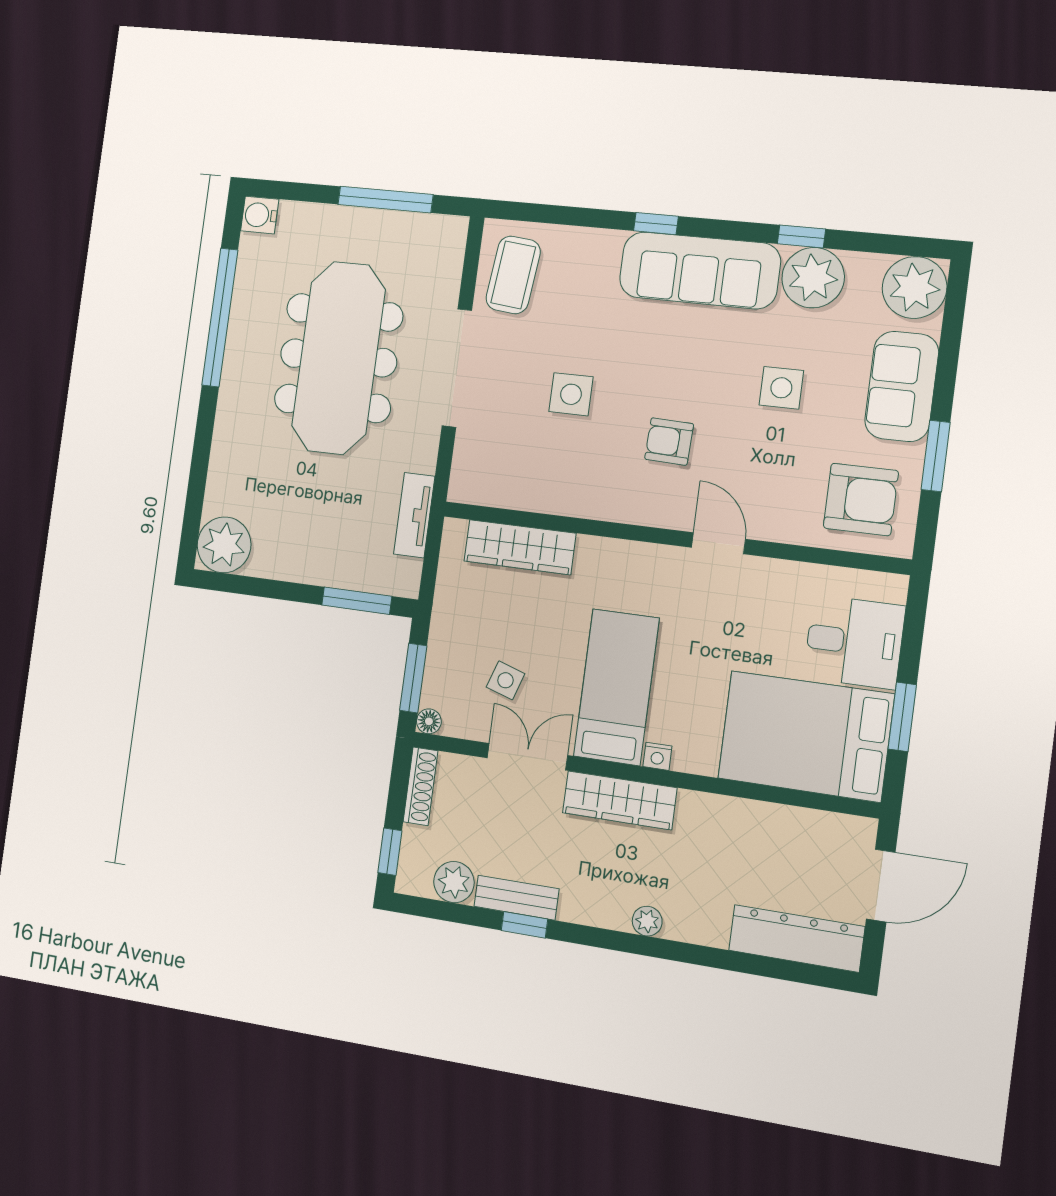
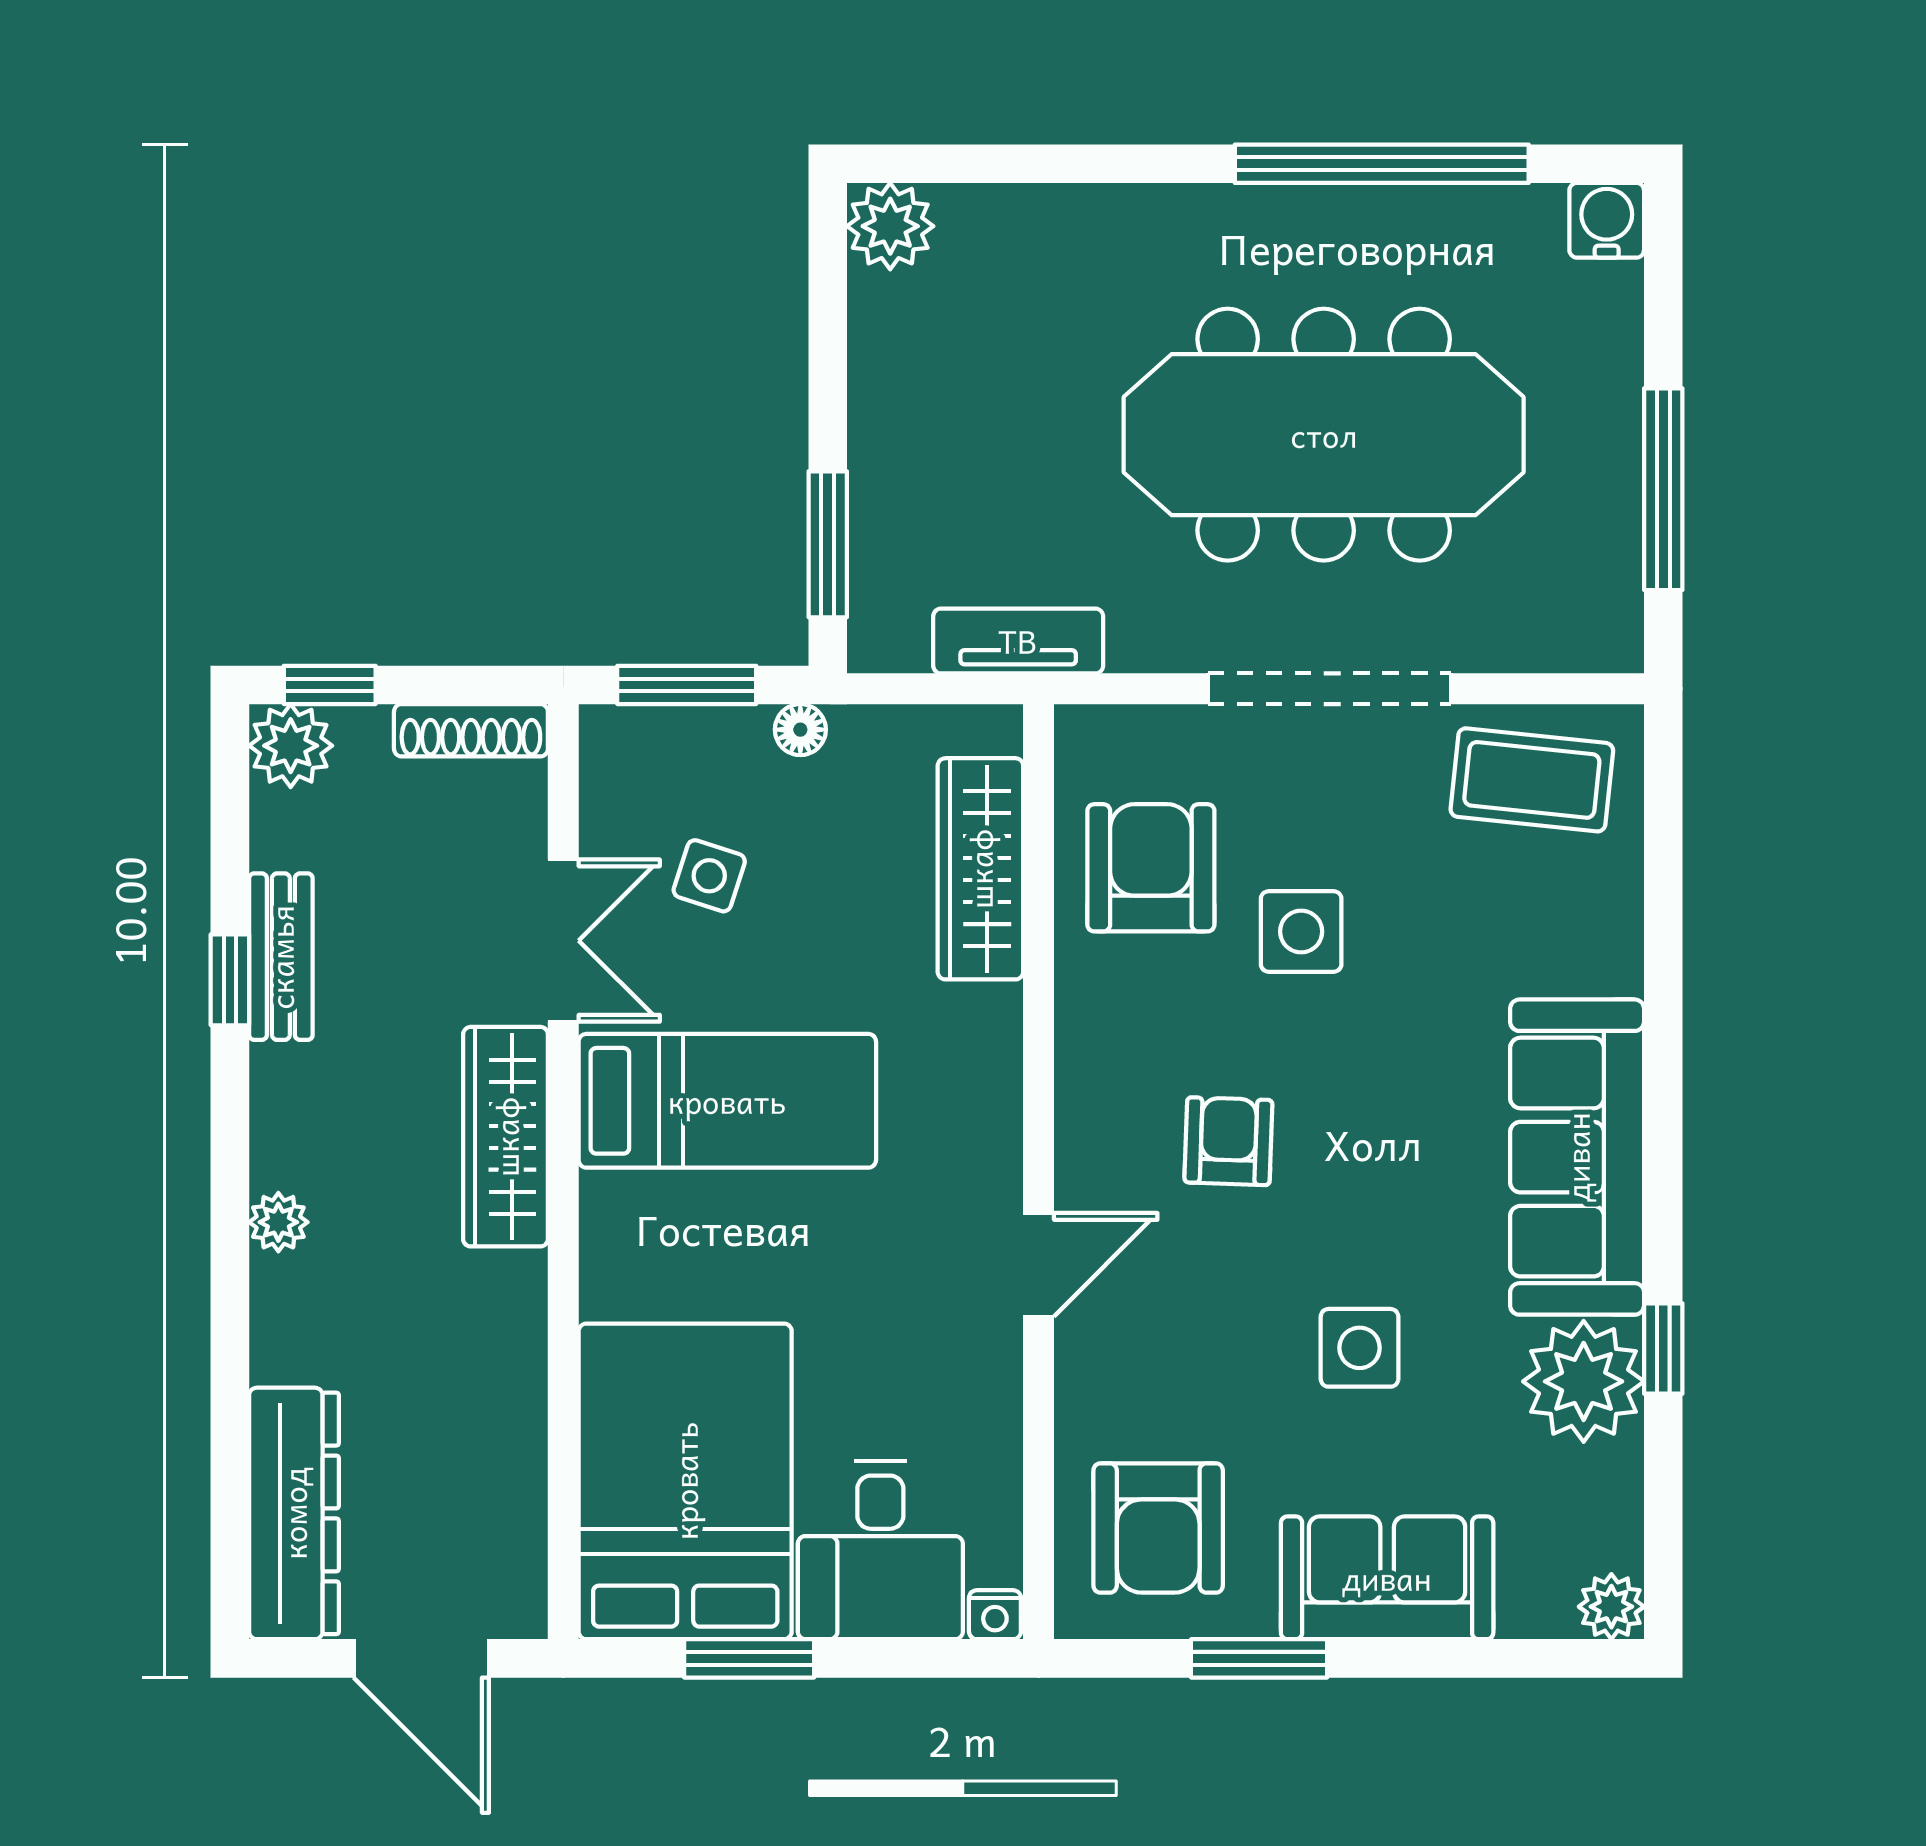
window: (656, 224) -> (1663, 1057), removed
plant: (914, 287) -> (1611, 1607), width x0.53, depth x0.53
armchair: (530, 464) -> (1151, 868), added
plant: (224, 545) -> (890, 226), width x0.73, depth x0.73
floor lamp: (429, 721) -> (800, 730), moved
nightstand: (657, 756) -> (995, 1615), moved, turned -90
plant: (454, 882) -> (291, 746), moved

